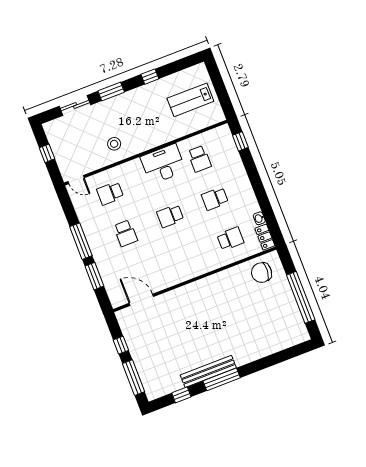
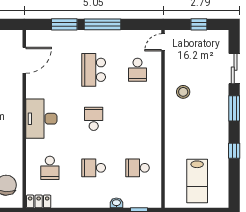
lab bench: (190, 100) -> (197, 181), turned 180
desk: (163, 164) -> (41, 119), moved, turned 180
school desk: (110, 193) -> (137, 70), turned 180
school desk: (215, 199) -> (94, 168), turned -90
washbasin: (259, 218) -> (116, 203), moved
school desk: (126, 233) -> (94, 70), width x1.85

